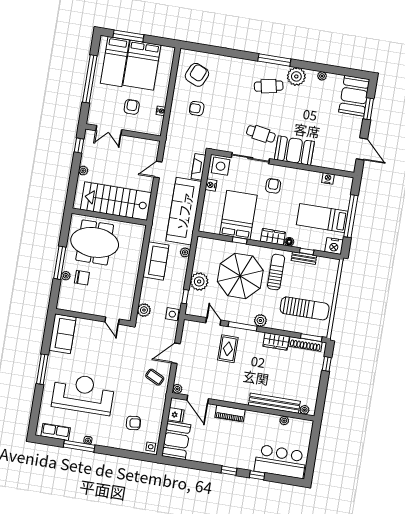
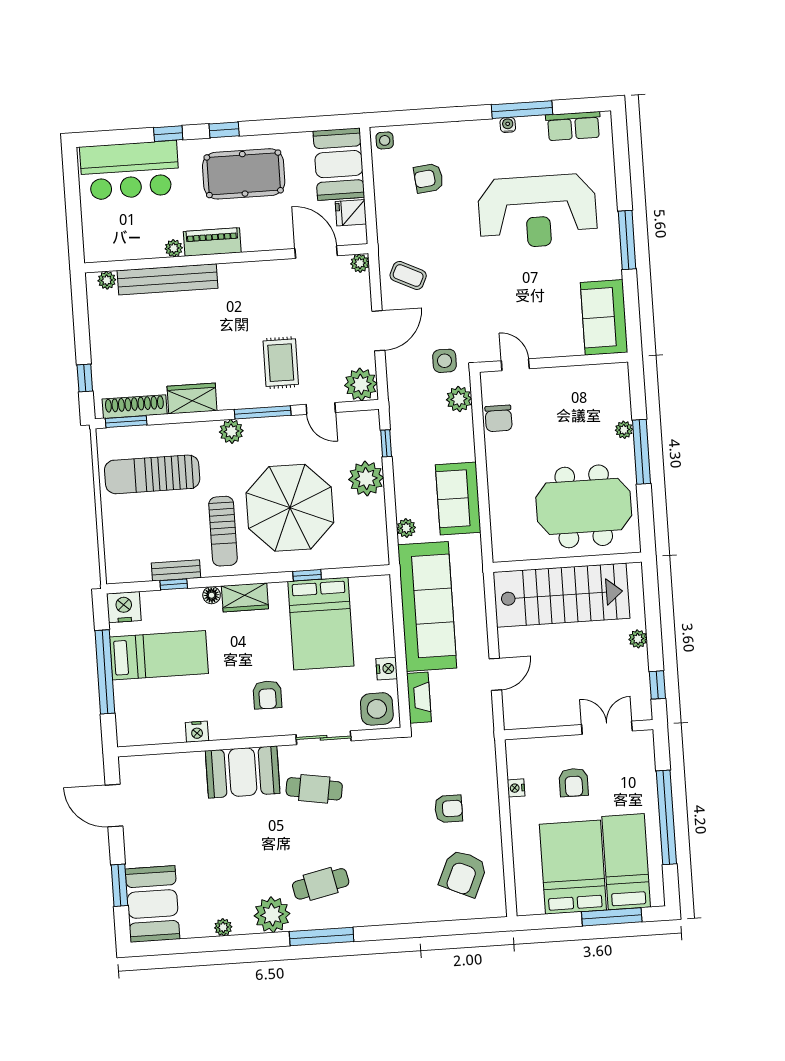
sliding door: (250, 158) -> (324, 738), width x0.73
nightstand: (328, 178) -> (197, 732), moved
chair: (82, 278) -> (499, 418), moved, turned -90
side table: (172, 314) -> (444, 361), moved
plant: (191, 329) -> (361, 384), added
piano: (230, 414) -> (212, 242), moved
plant: (284, 421) -> (174, 248), moved
pool table: (224, 447) -> (244, 174), added

